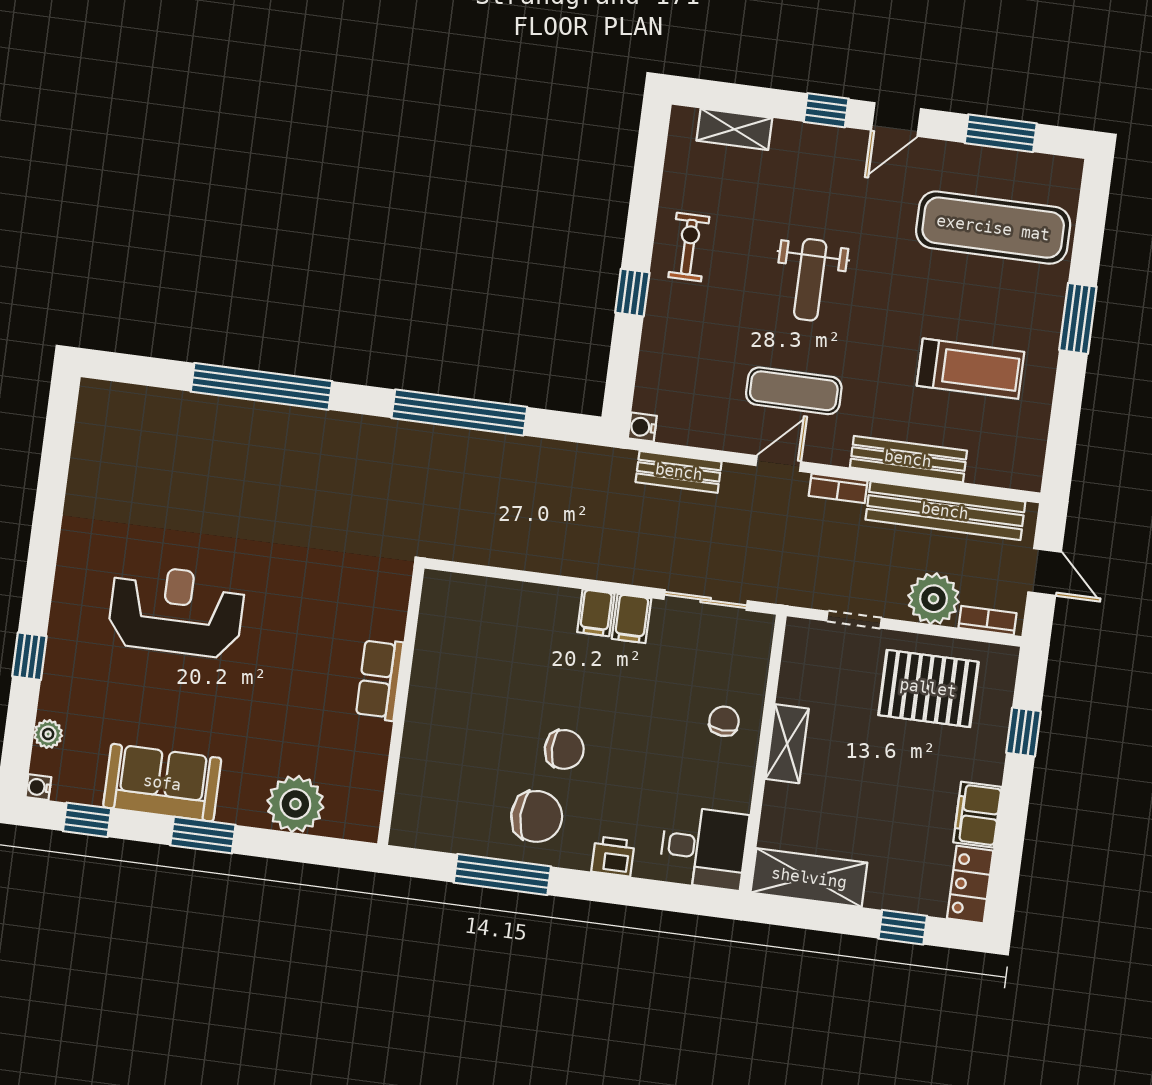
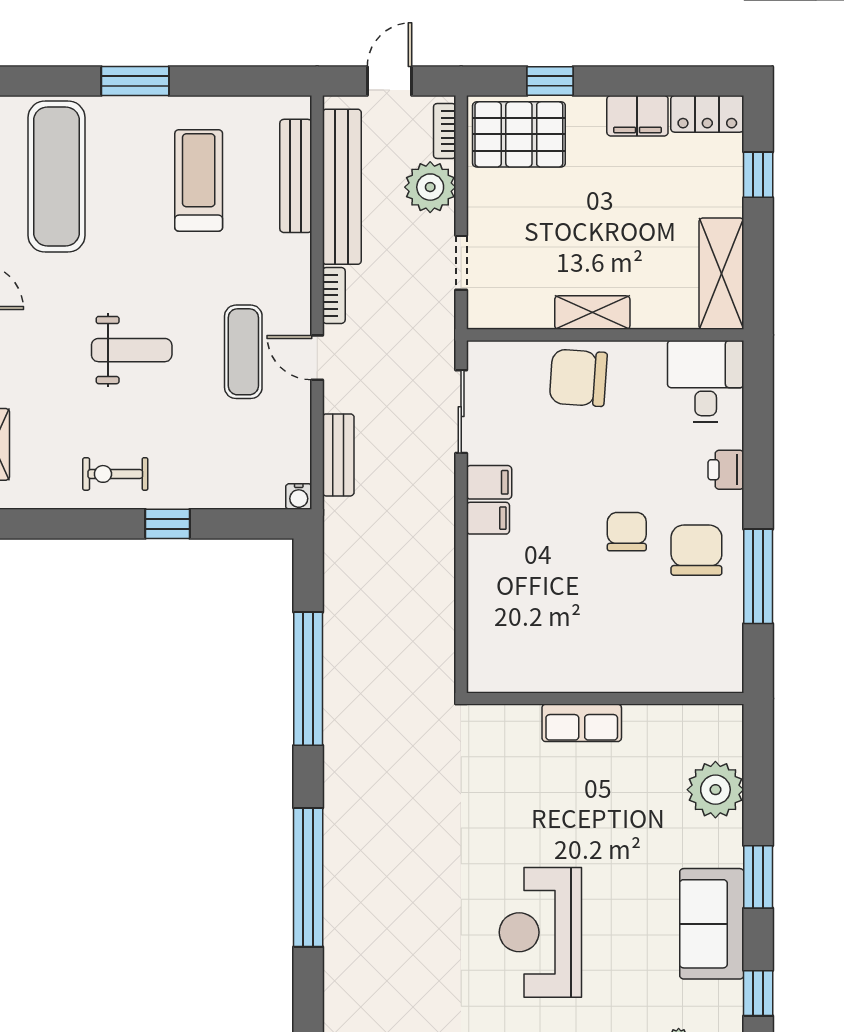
bench: (908, 459) -> (296, 176), moved
pallet: (928, 688) -> (519, 134), moved, turned 90
chair: (724, 721) -> (578, 378), width x1.87, depth x1.87

